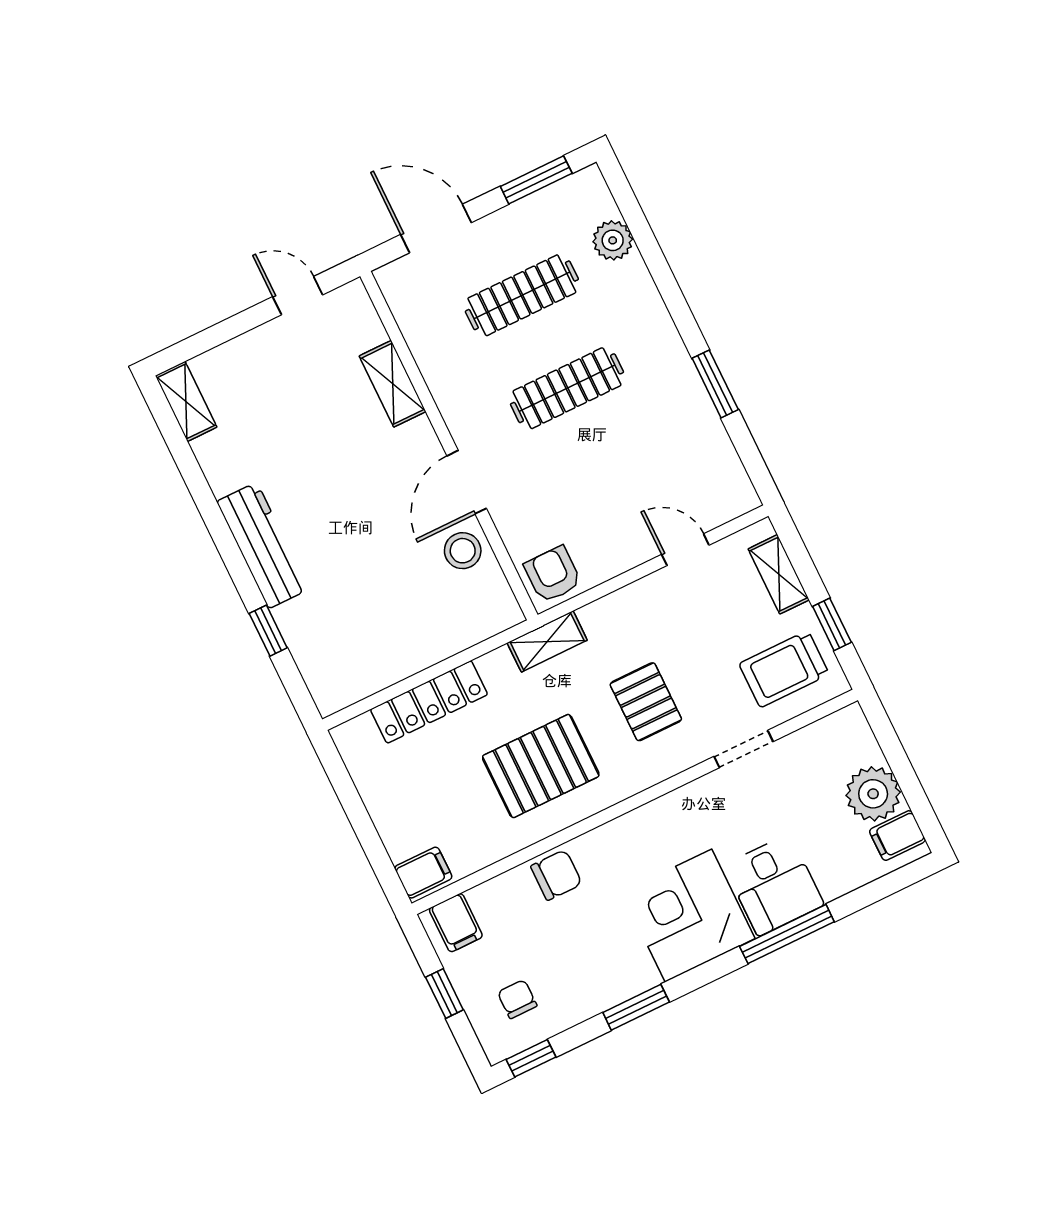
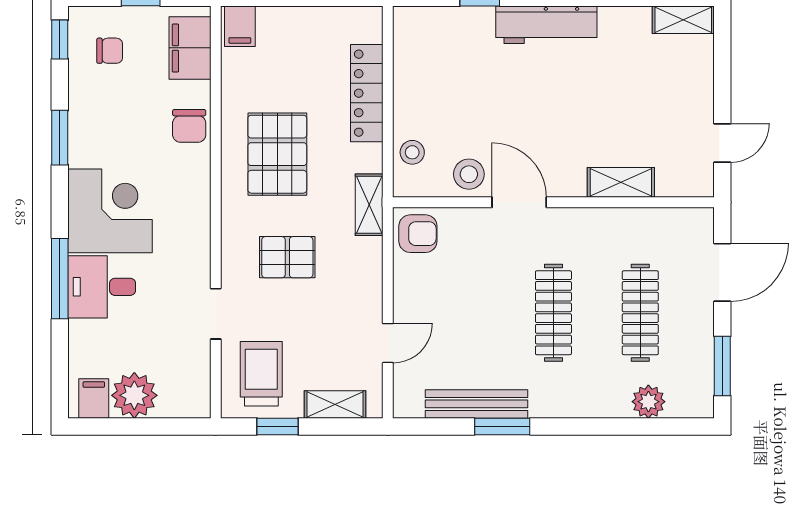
bench: (705, 423) -> (477, 404), added
stool: (469, 623) -> (412, 152), added
filing cabinet: (456, 923) -> (190, 48), width x2.00

